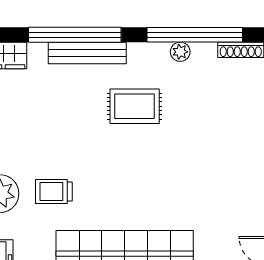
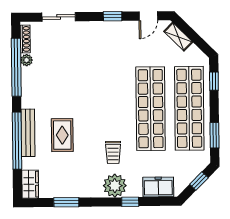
plant: (180, 52) -> (27, 60), moved
rug: (135, 106) -> (62, 135), moved

